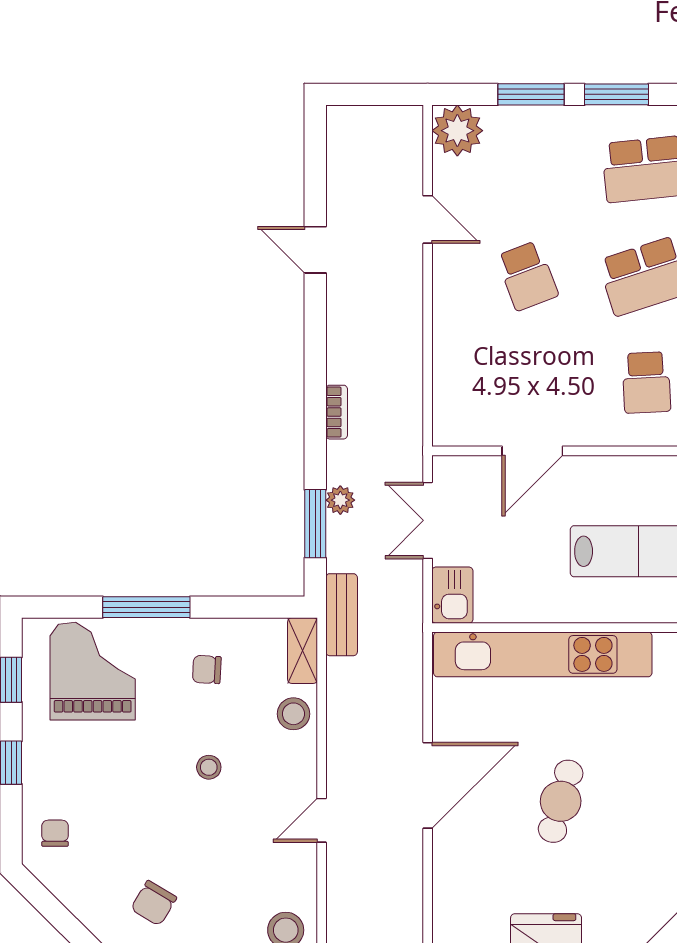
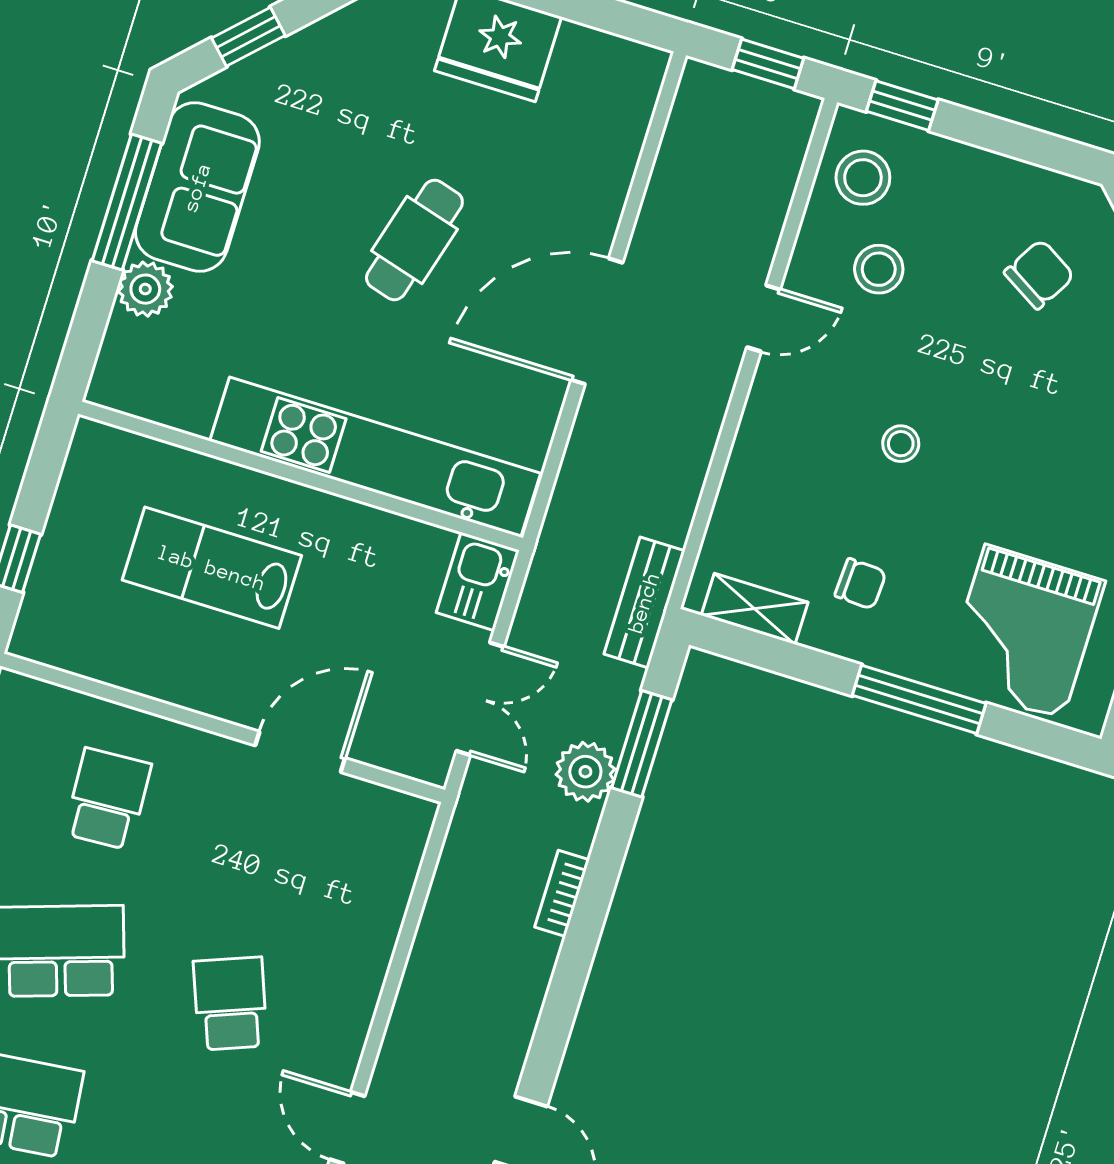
plant: (340, 500) -> (585, 772), width x1.38, depth x1.38
shelving: (303, 651) -> (755, 609), moved, turned 90
stool: (293, 714) -> (879, 269), moved

